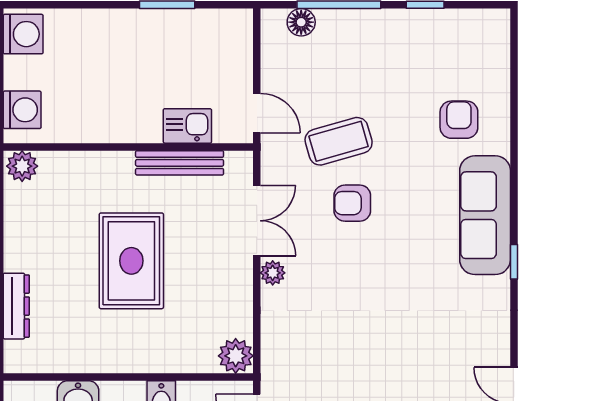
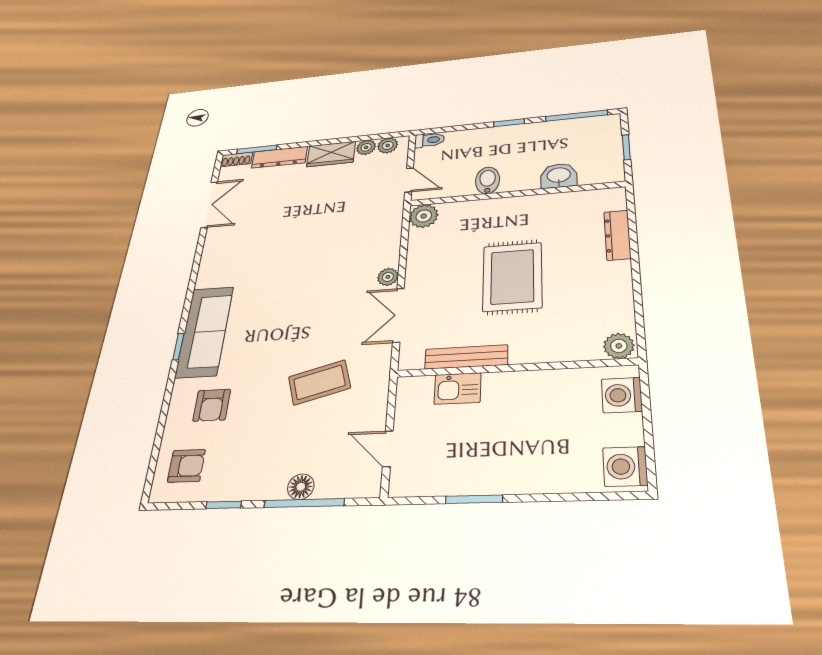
floor lamp: (301, 22) -> (301, 487), moved
door: (257, 113) -> (388, 449), moved
armchair: (352, 203) -> (186, 466), moved
window: (514, 262) -> (178, 347), moved

